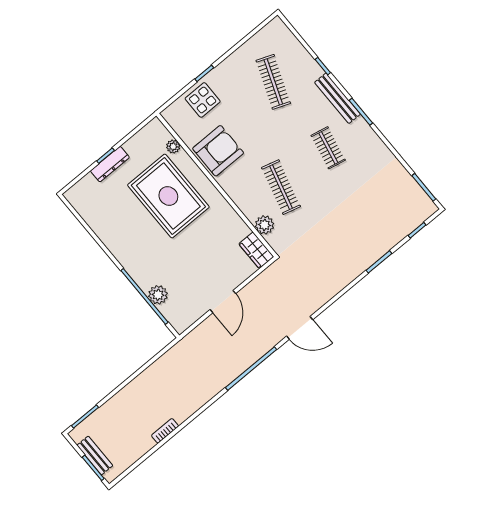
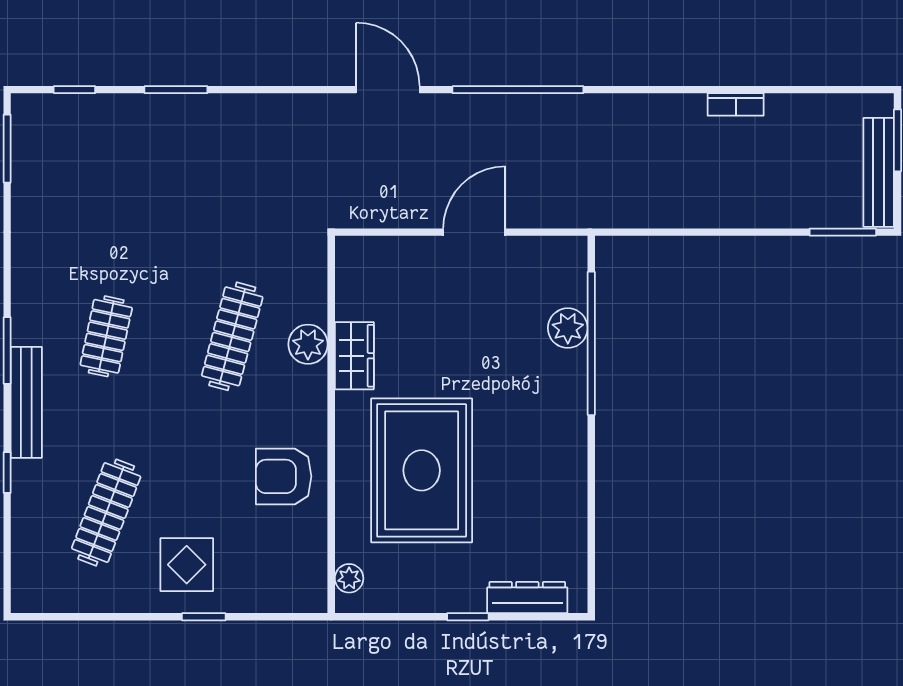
display table: (203, 100) -> (187, 565), moved
plant: (173, 147) -> (349, 578), moved
armchair: (218, 151) -> (284, 476), width x0.73, depth x0.73
dresser: (110, 164) -> (527, 597), moved
plant: (265, 225) -> (308, 344), moved
wardrobe: (256, 250) -> (354, 356), moved
bench: (95, 455) -> (879, 172), width x1.36

